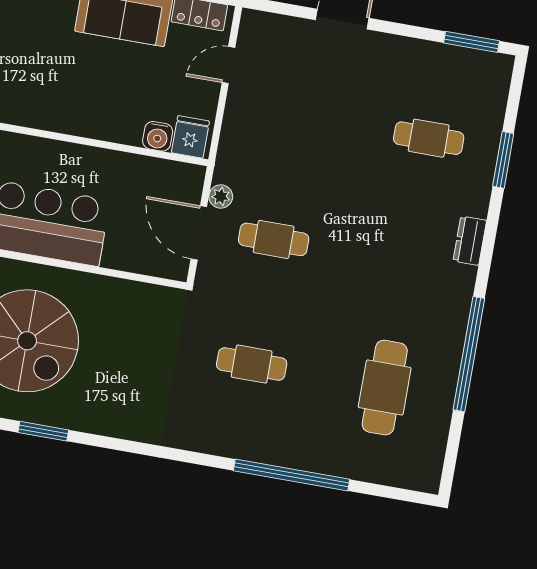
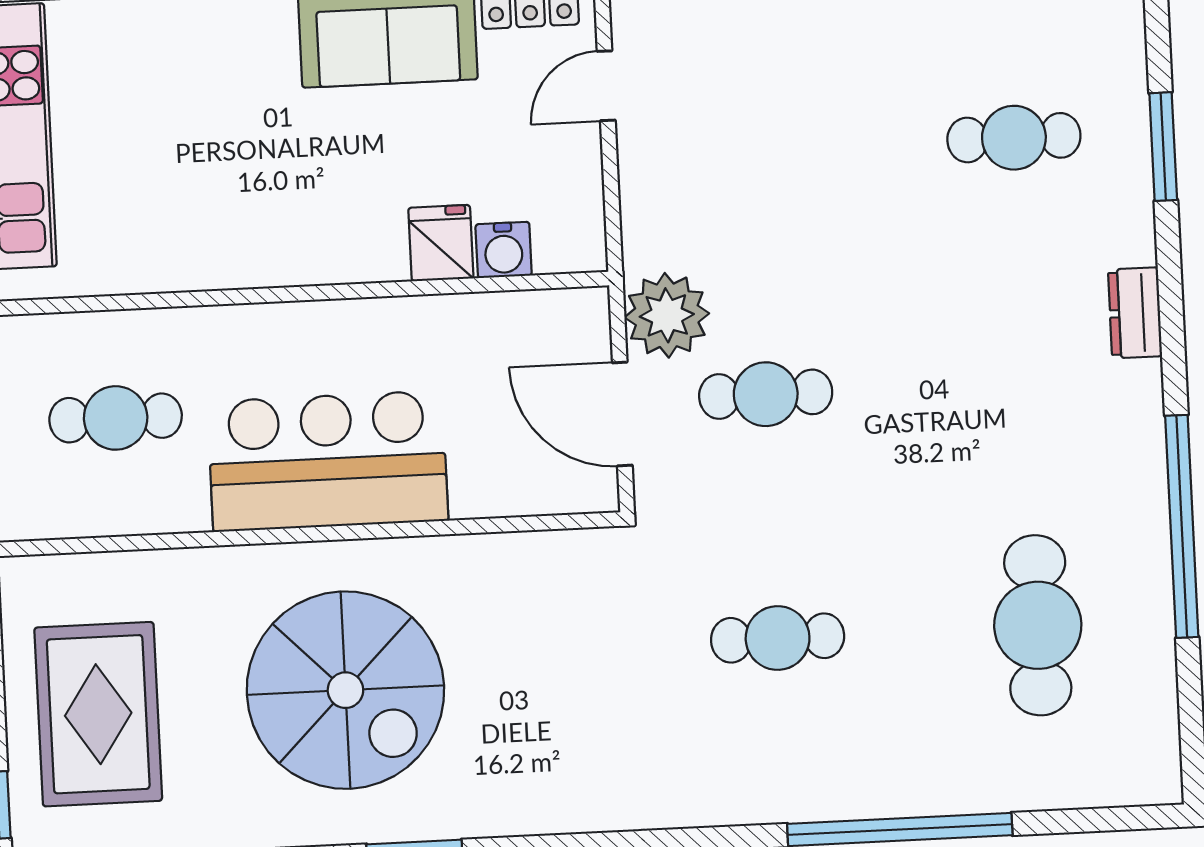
fridge: (190, 137) -> (441, 243), moved
plant: (221, 196) -> (667, 315), width x1.88, depth x1.88

